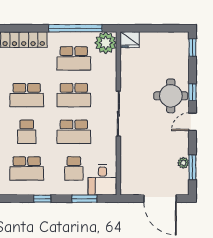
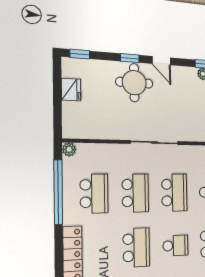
fridge: (130, 40) -> (71, 90), moved
plant: (106, 43) -> (69, 149), width x0.53, depth x0.53

